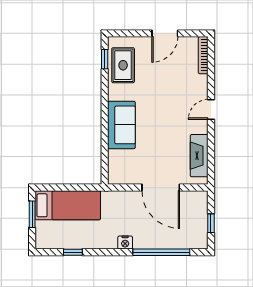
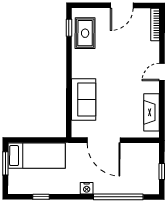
sofa: (121, 125) -> (84, 99), moved
door: (161, 188) -> (104, 140), moved

